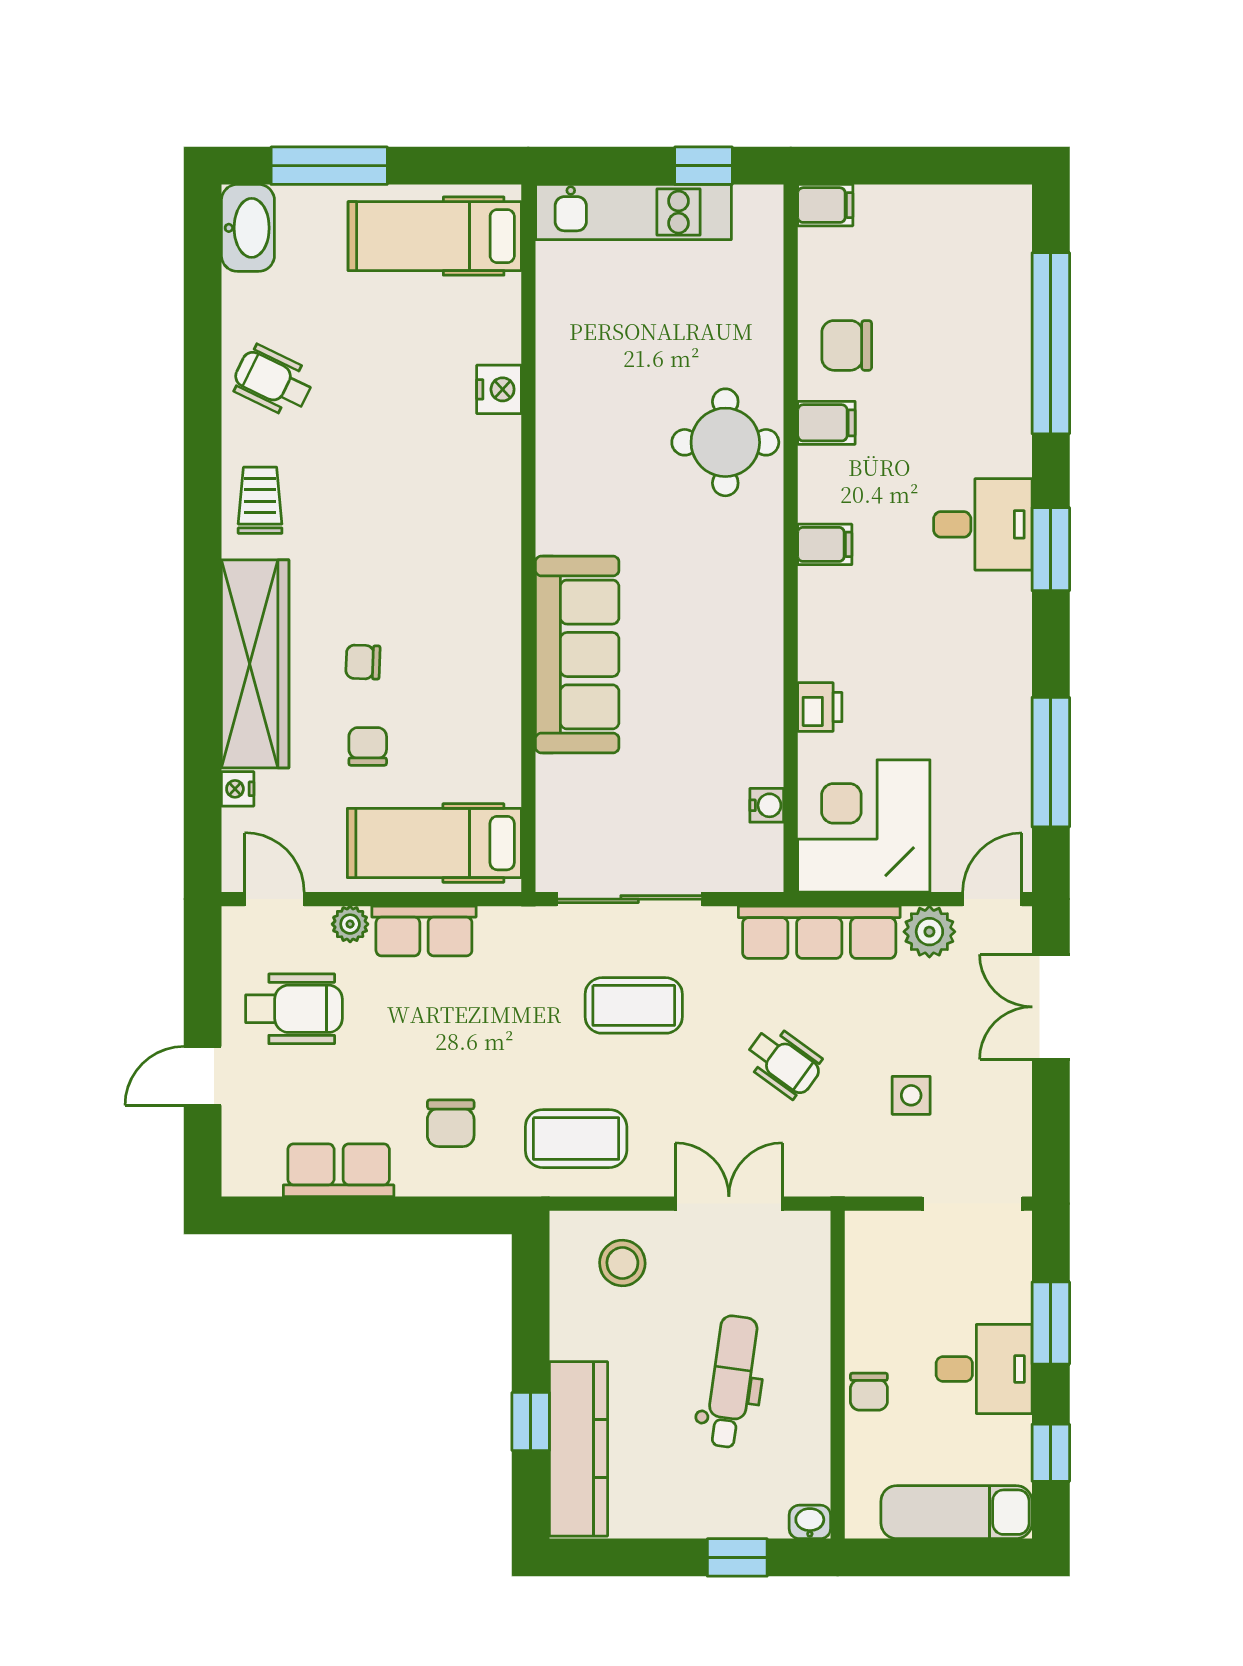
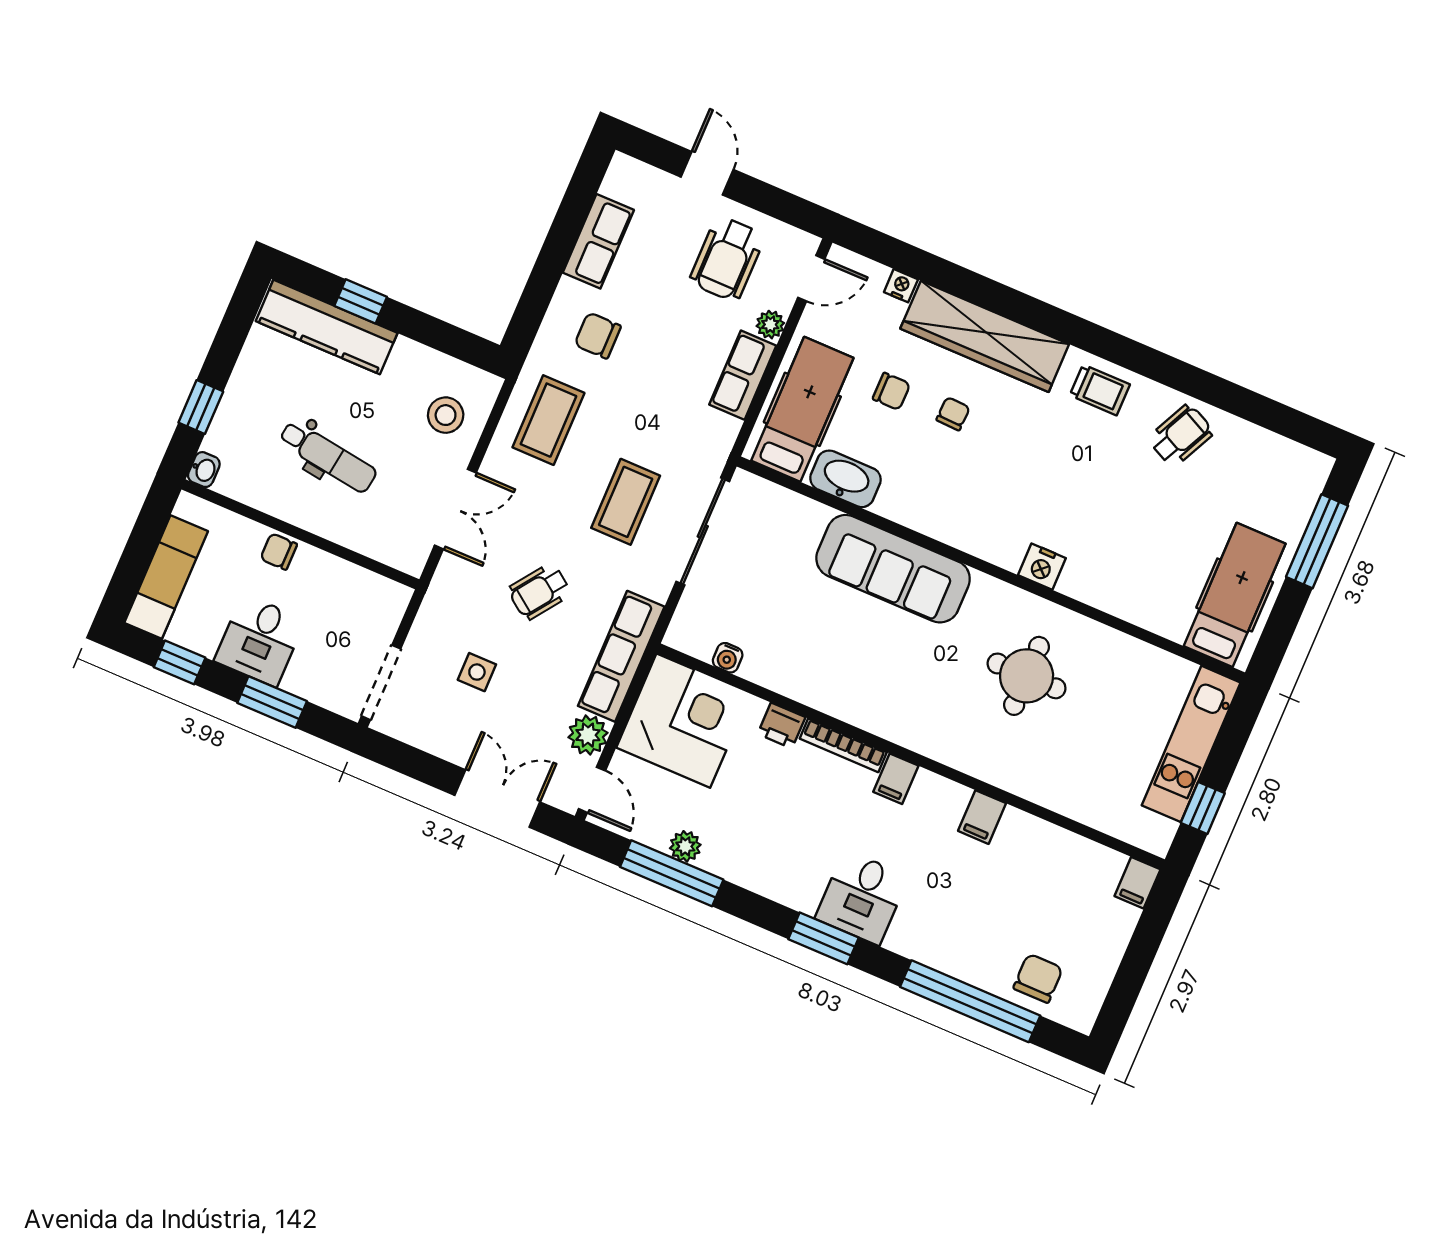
washbasin: (248, 228) -> (845, 479), moved, turned 180
chair: (847, 345) -> (1038, 978), moved
nightstand: (499, 389) -> (1042, 567), moved
round table: (725, 442) -> (1027, 676), moved
bookcase: (812, 624) -> (843, 745), added
plant: (1012, 760) -> (685, 846), added

